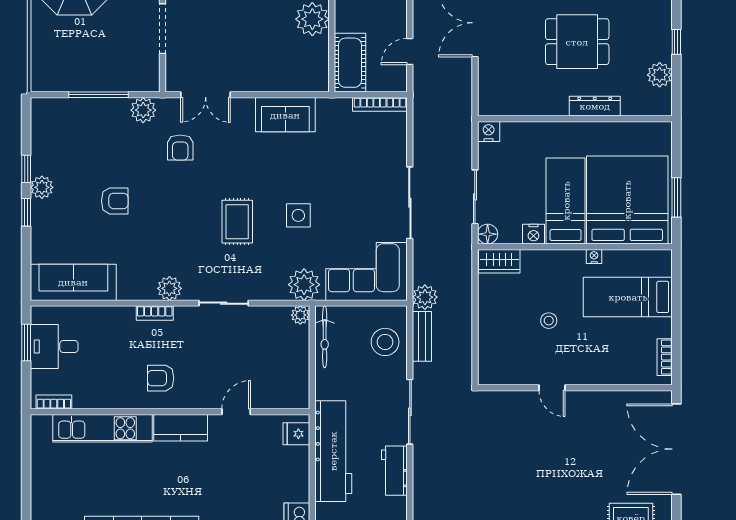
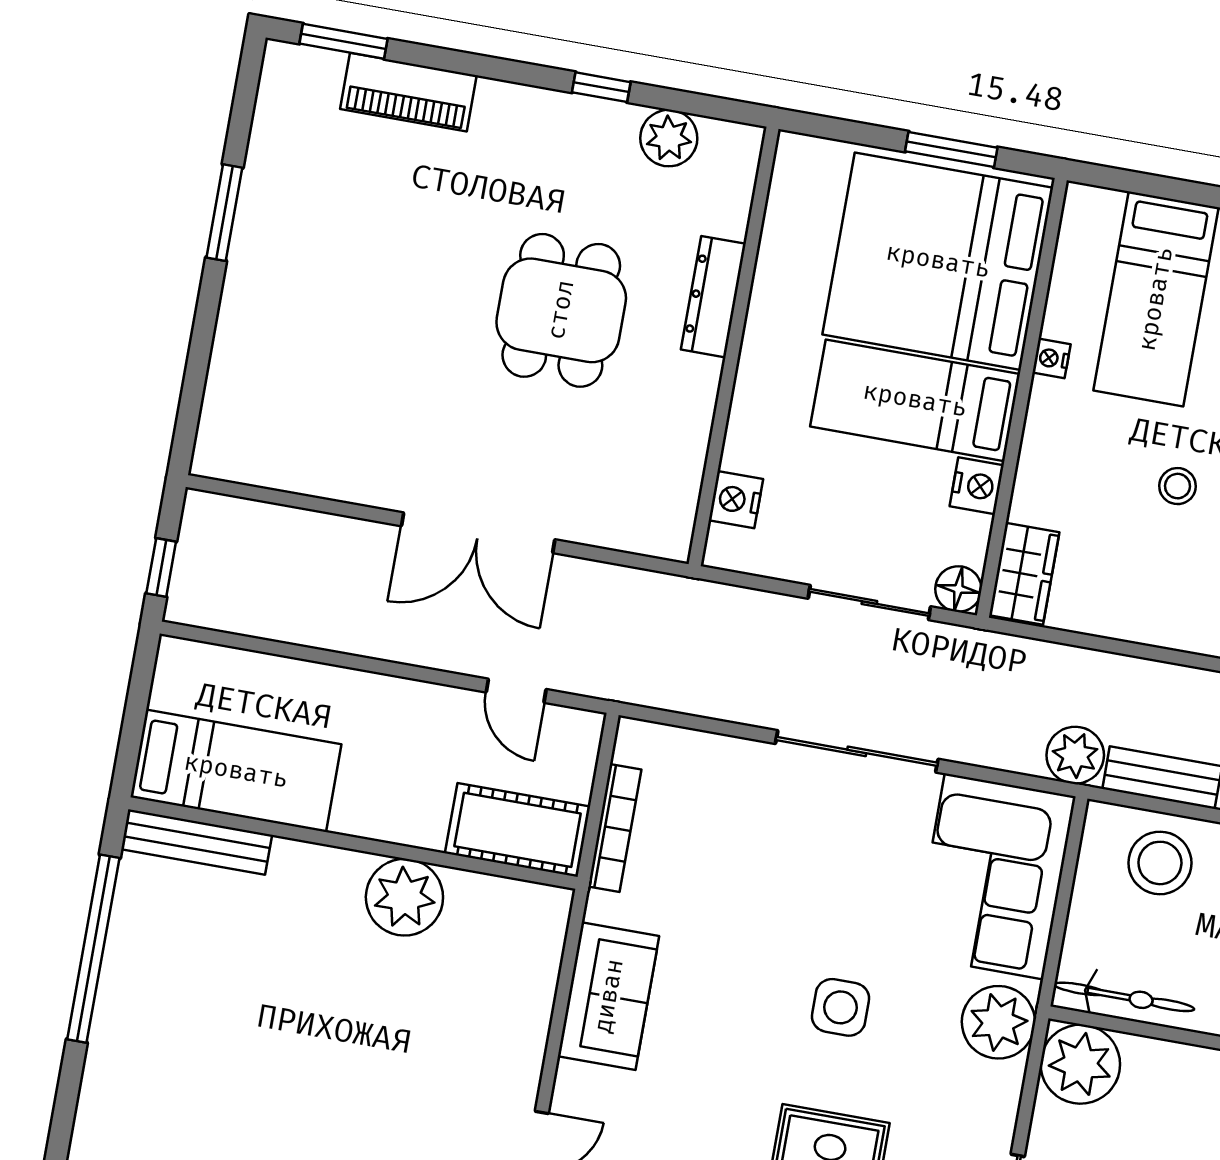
bookcase: (380, 104) -> (615, 828), moved
nightstand: (489, 131) -> (736, 500), moved
plant: (300, 315) -> (1080, 1064), width x1.87, depth x1.87

